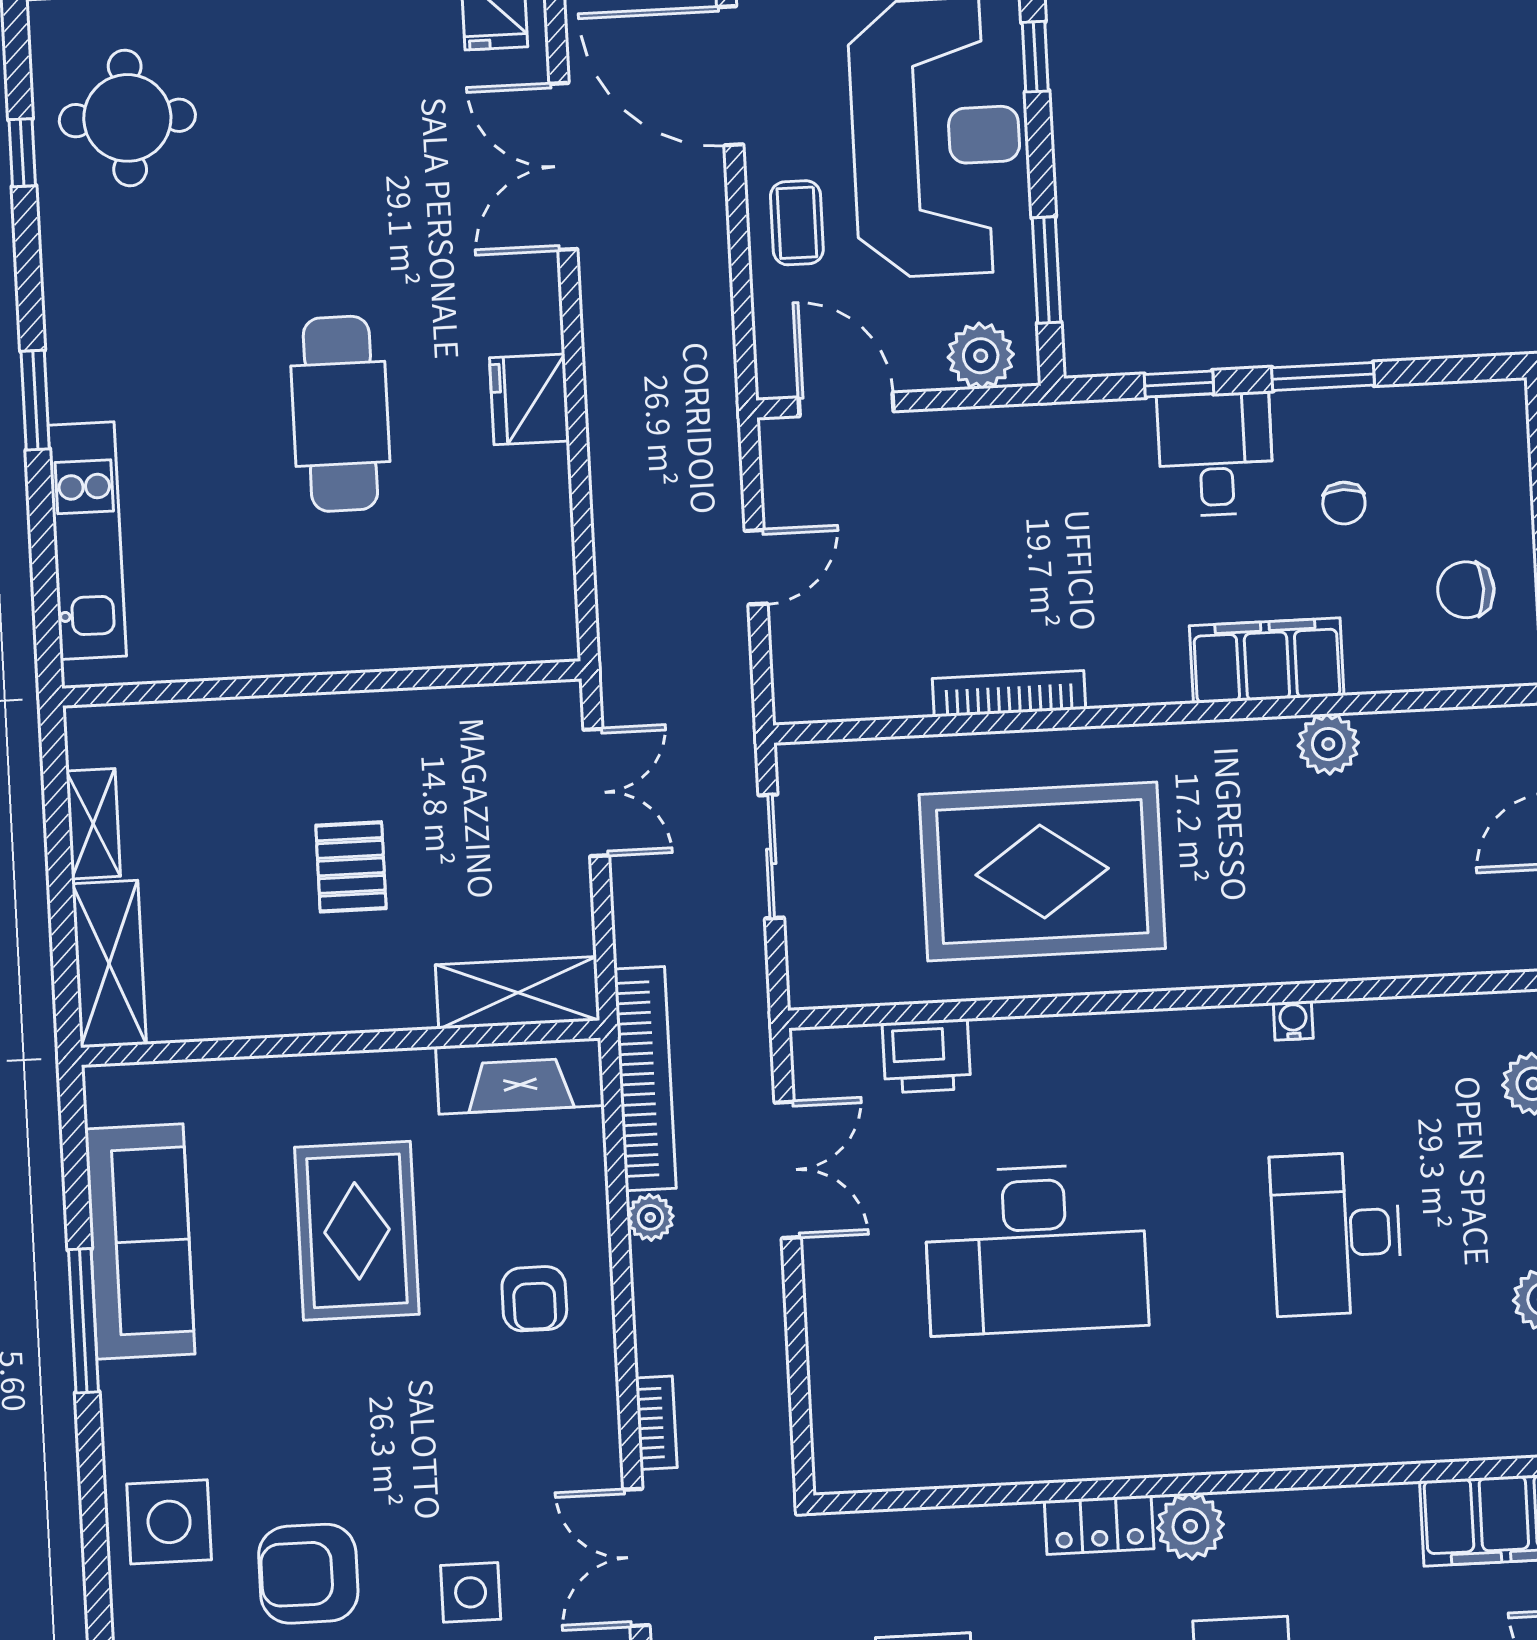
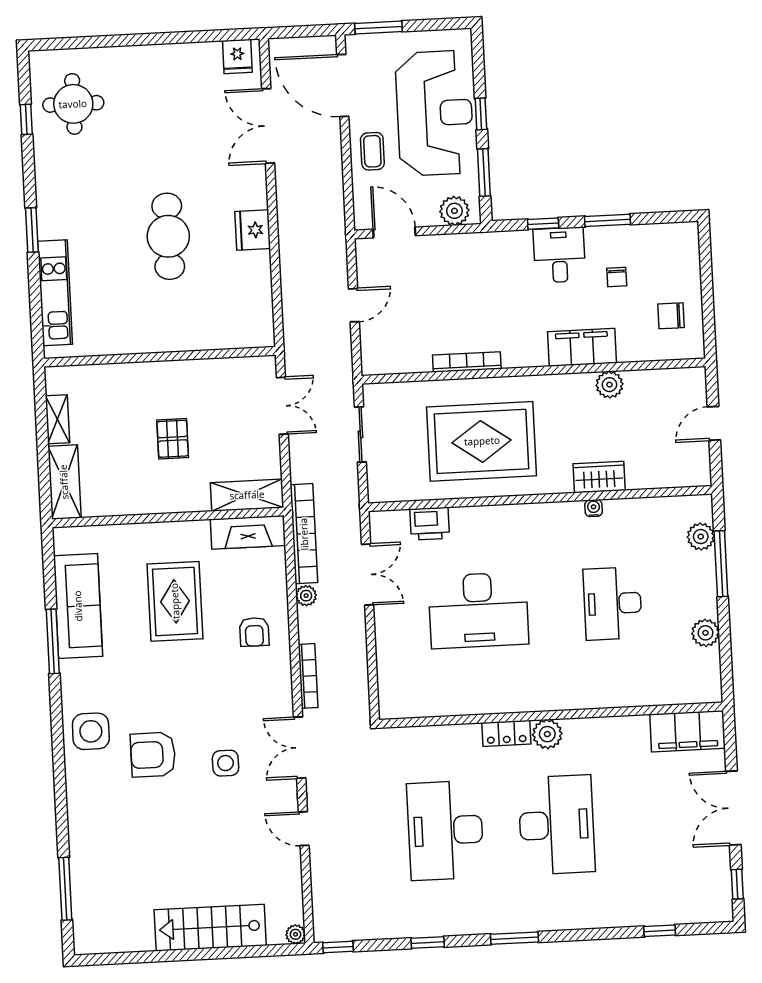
window: (1035, 57) -> (481, 114), moved
wardrobe: (1306, 951) -> (599, 477), added
bookcase: (656, 1423) -> (308, 676), width x1.56

